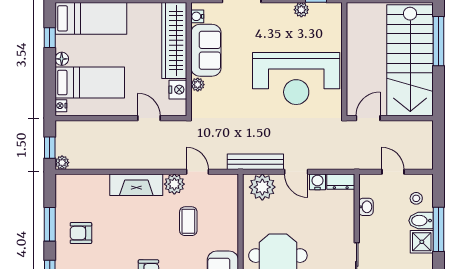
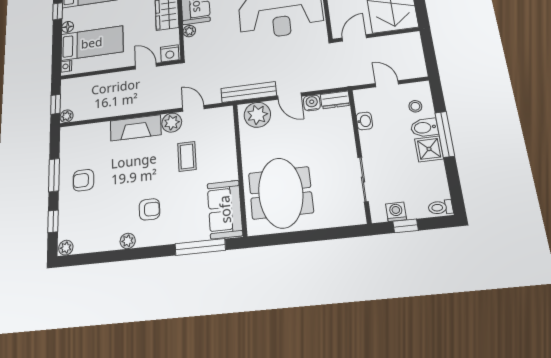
nightstand: (178, 90) -> (170, 53), moved, turned 90

